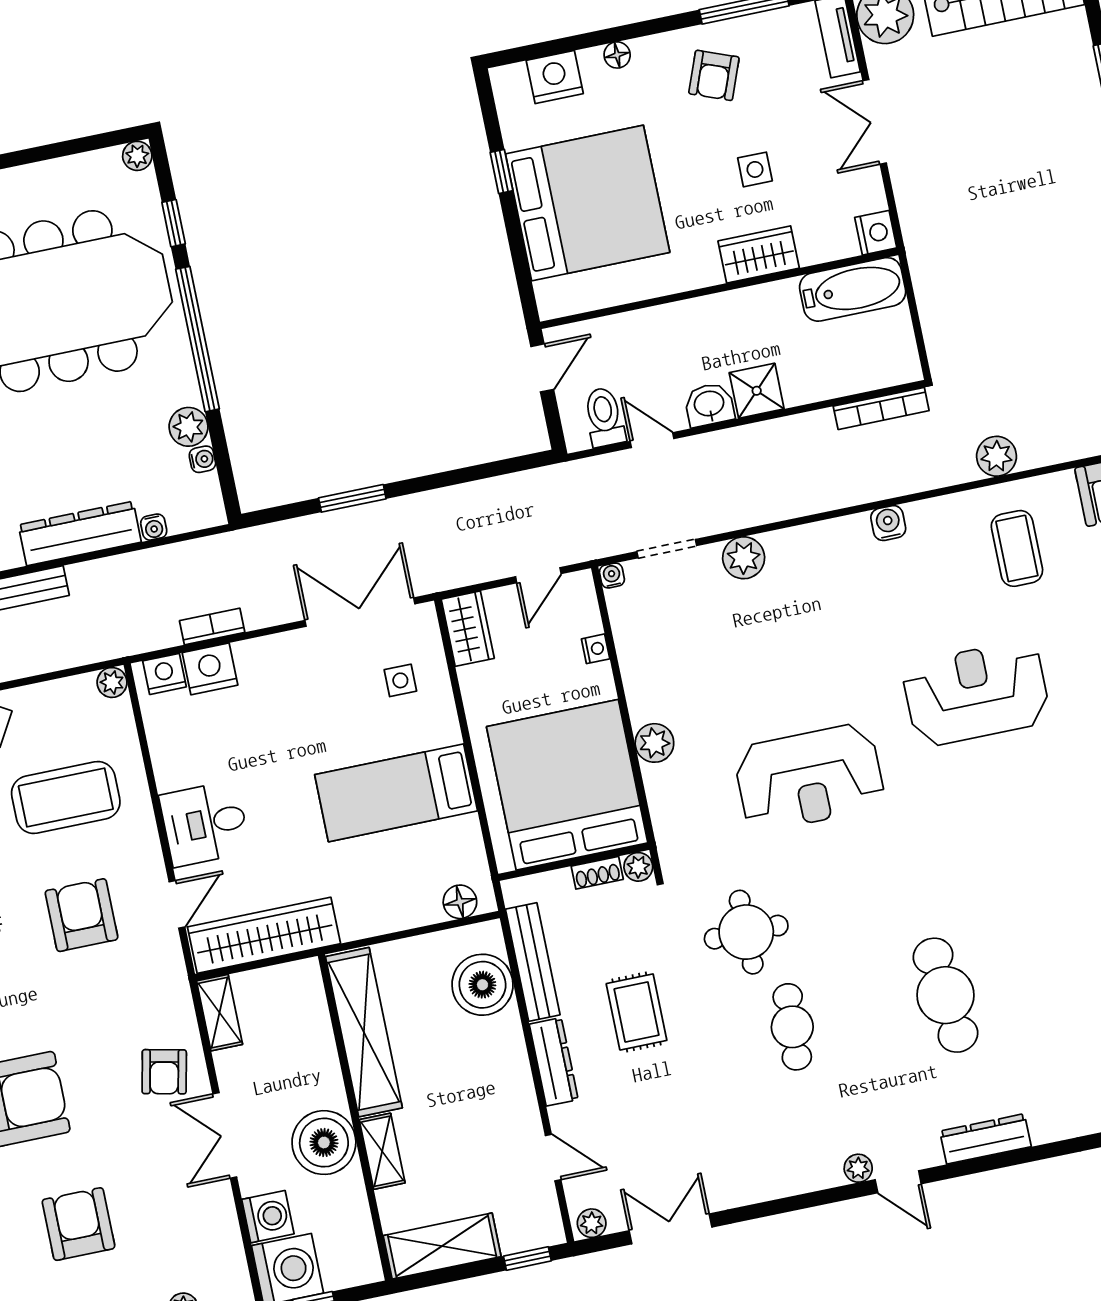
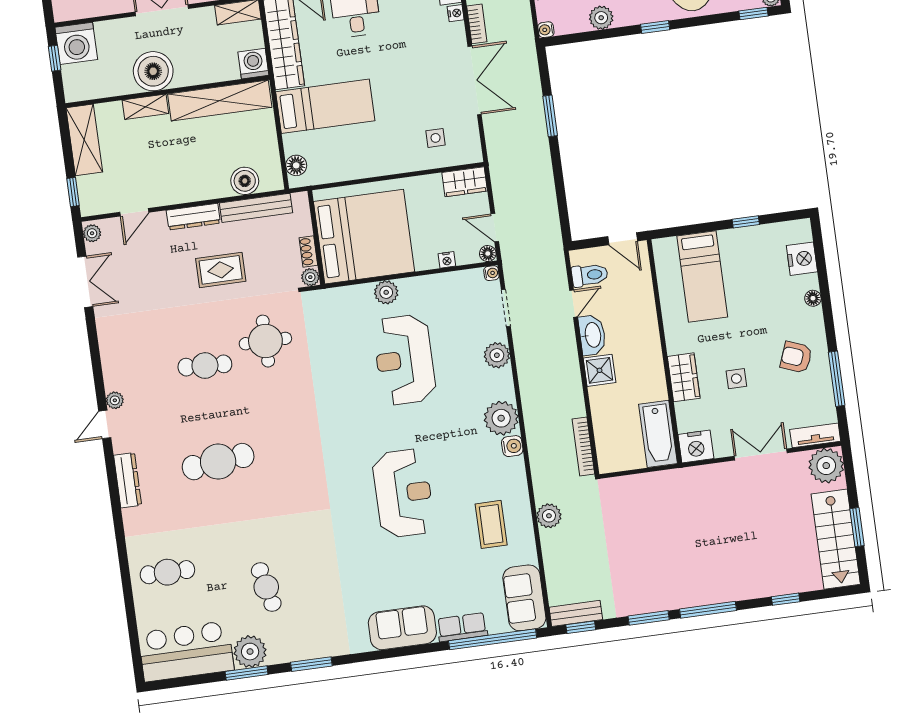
bed: (588, 203) -> (702, 277), width x0.49
window: (174, 223) -> (753, 13), moved
nightstand: (876, 233) -> (696, 446), width x1.36, depth x1.33
window: (198, 339) -> (655, 27), width x0.32
washbasin: (709, 405) -> (592, 335), width x1.38
water cooler: (202, 459) -> (546, 30), moved, turned 90
plant: (845, 544) -> (501, 418), added
coffee table: (1017, 548) -> (491, 524), turned 90
floor lamp: (581, 584) -> (488, 254), added
double door: (360, 612) -> (475, 80), moved
nightstand: (210, 669) -> (456, 13), width x0.53, depth x0.56
reception desk: (809, 778) -> (404, 360), moved
bed: (396, 793) -> (325, 106), moved, turned 90
boiler: (482, 985) -> (245, 181), width x0.73, depth x0.73
washing machine: (268, 1217) -> (253, 64), moved, turned 180

